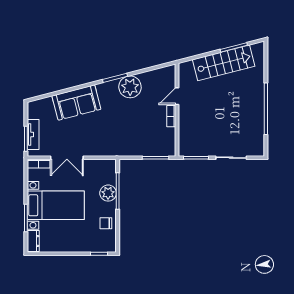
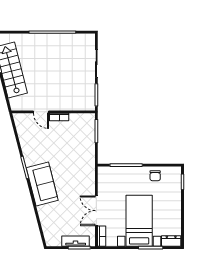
plant: (130, 87) -> (33, 154), removed
sofa: (76, 103) -> (42, 184), moved
double door: (67, 158) -> (96, 211), swing flipped
plant: (108, 193) -> (128, 174), removed

